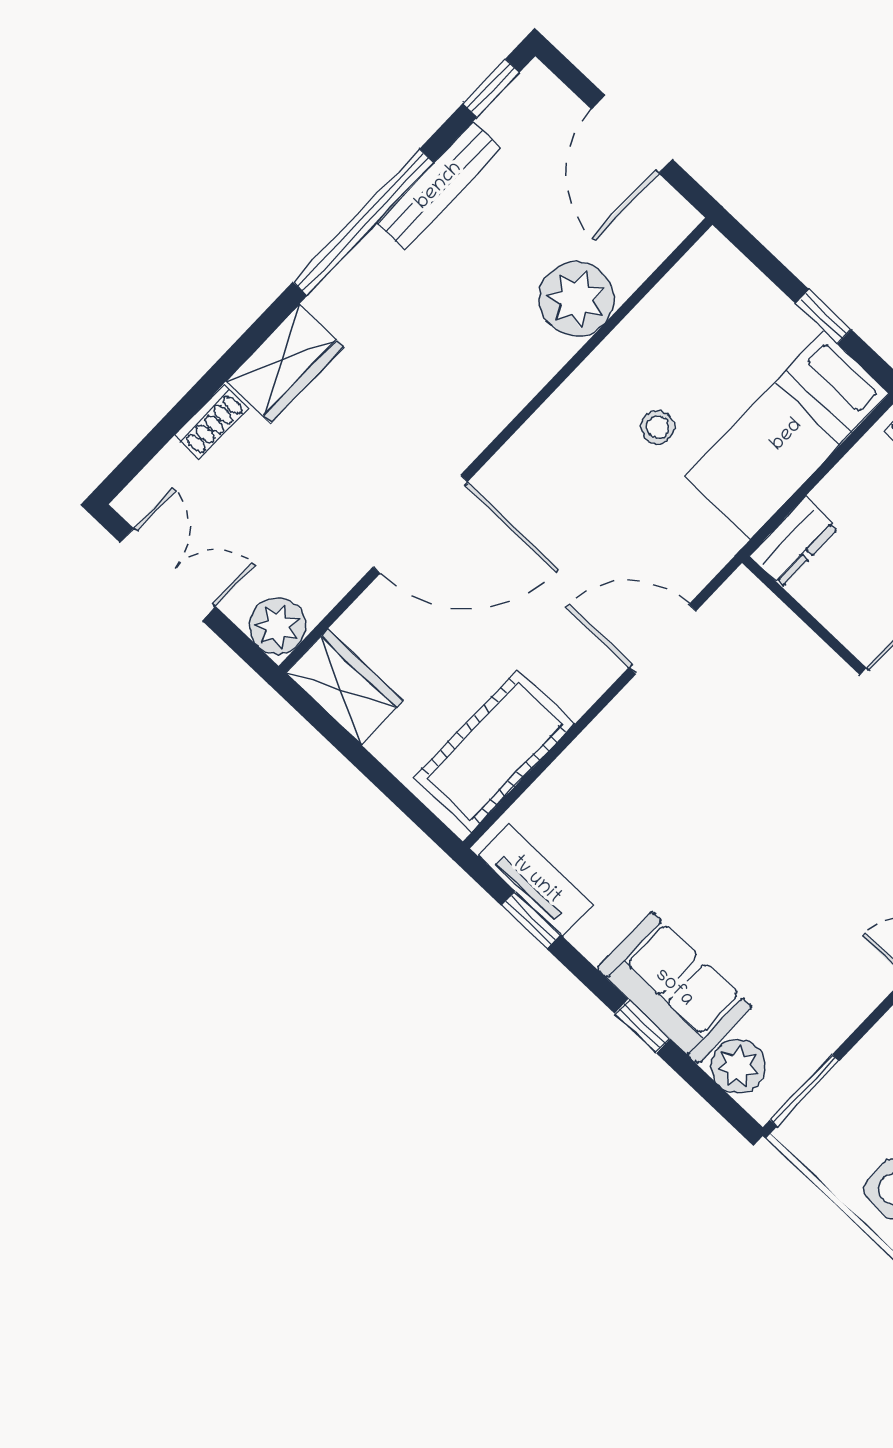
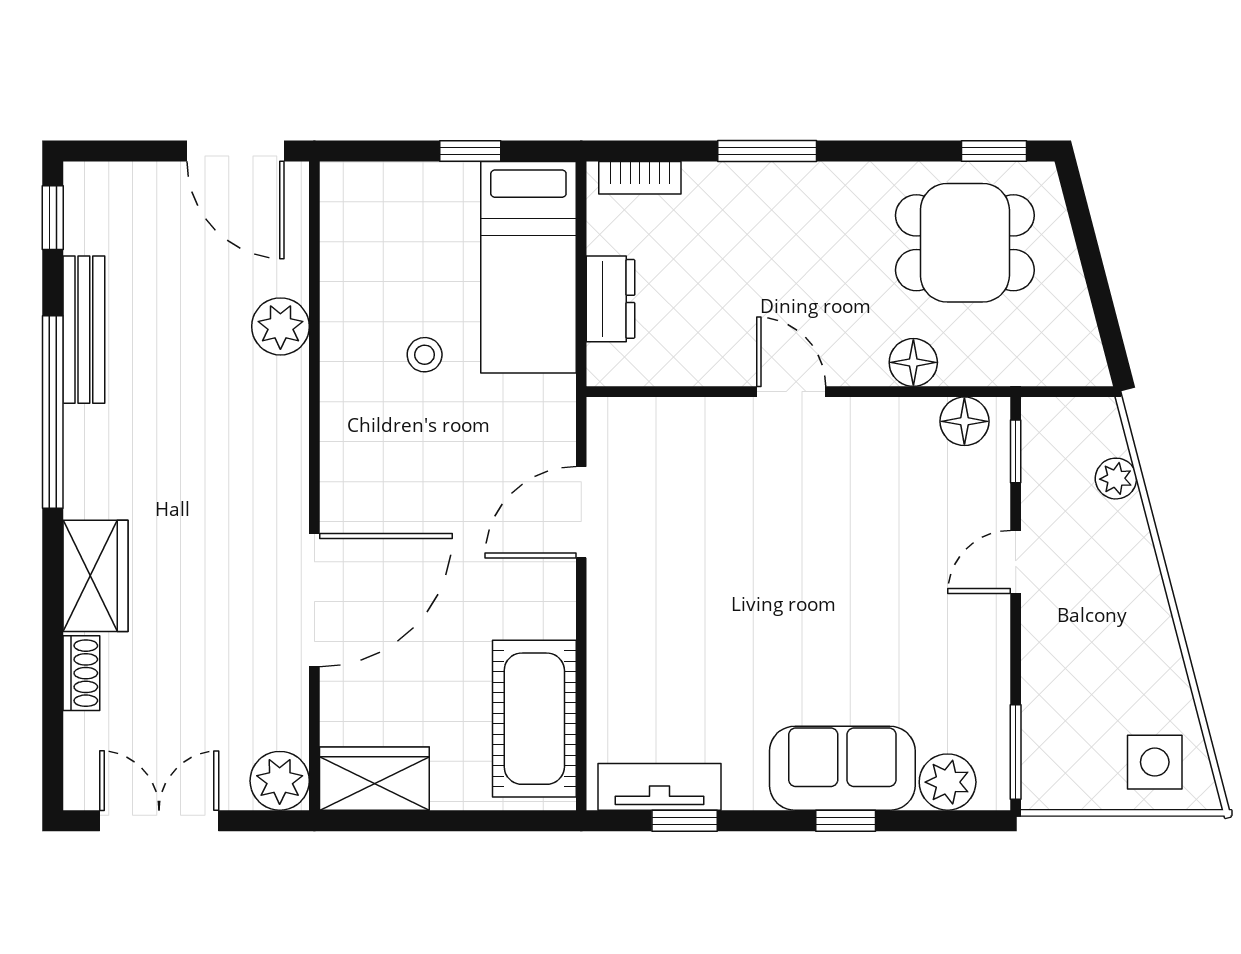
door: (632, 134) -> (236, 151), moved
plant: (577, 299) -> (280, 326), width x0.73, depth x0.73
dresser: (794, 542) -> (611, 299), moved

